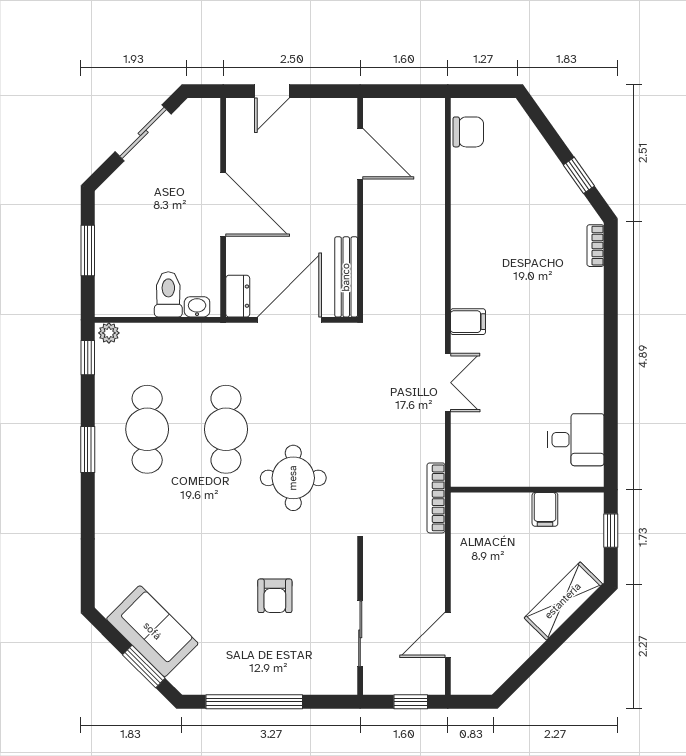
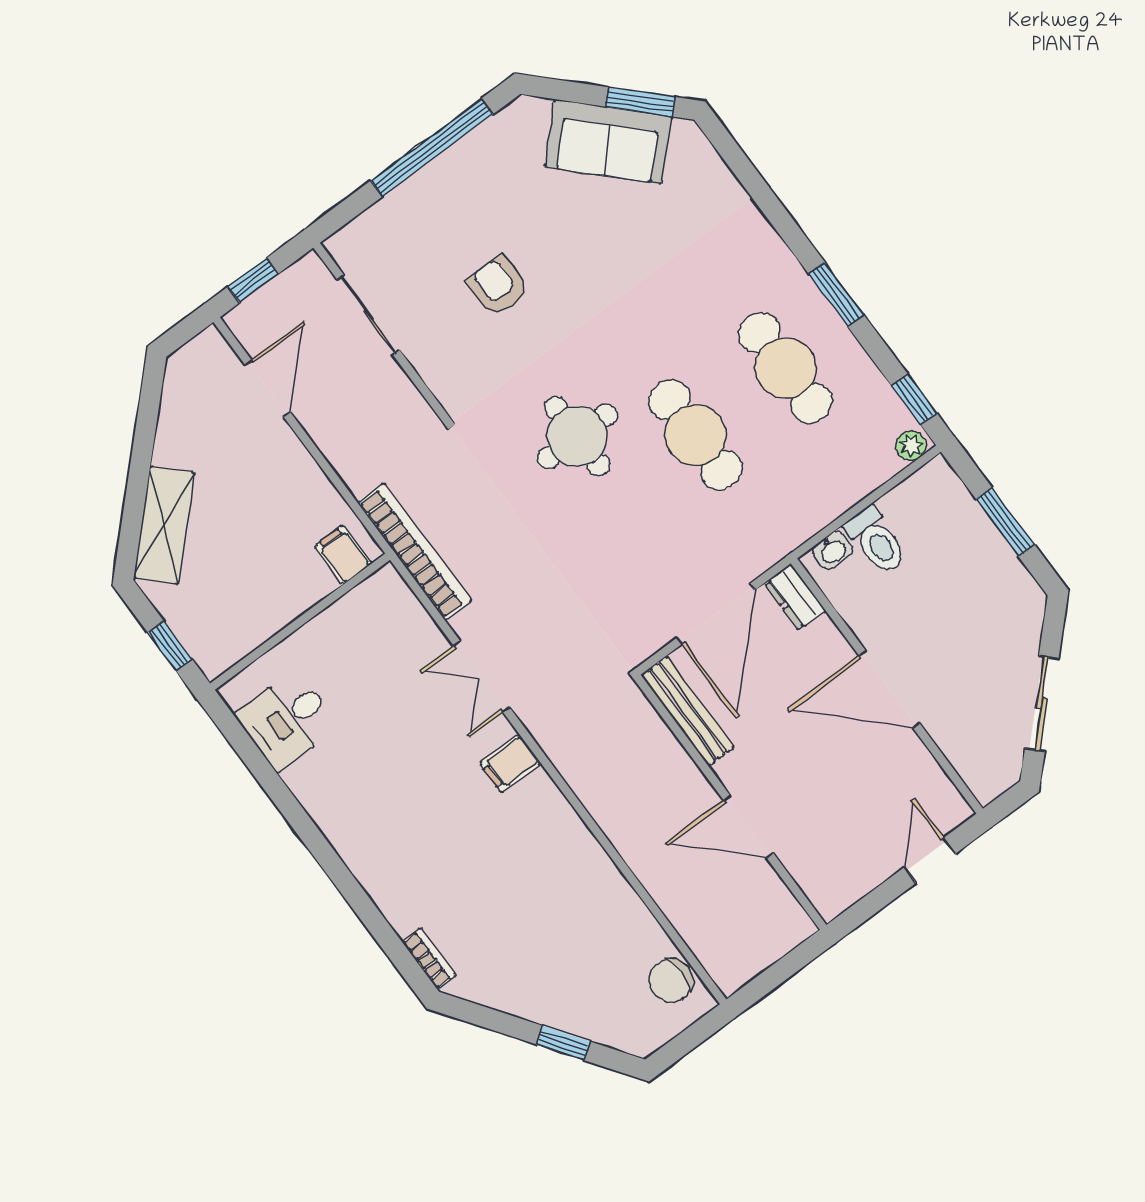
door: (360, 154) -> (748, 827), moved
window: (579, 175) -> (563, 1043), moved
bookcase: (436, 498) -> (415, 552), width x1.48, depth x1.31
filing cabinet: (545, 509) -> (343, 555), moved
window: (144, 666) -> (640, 102), moved

